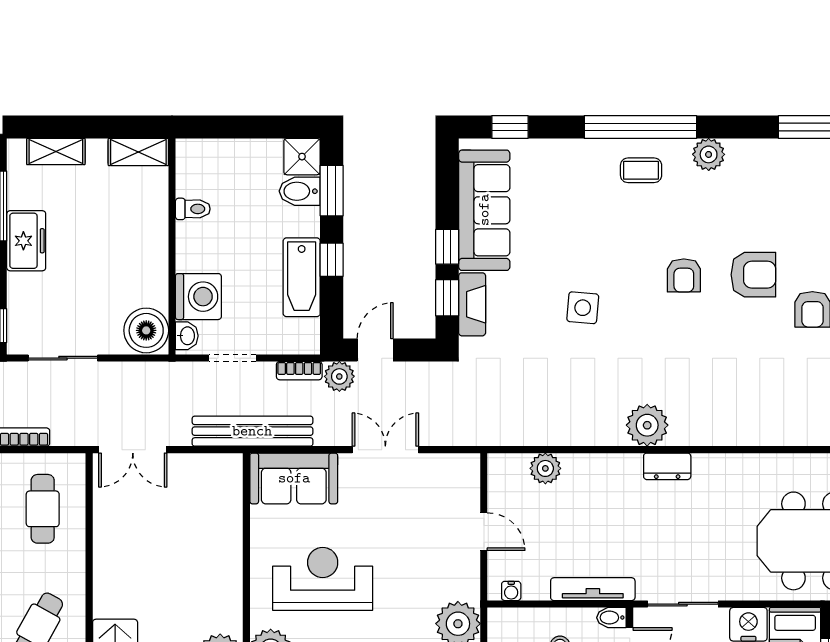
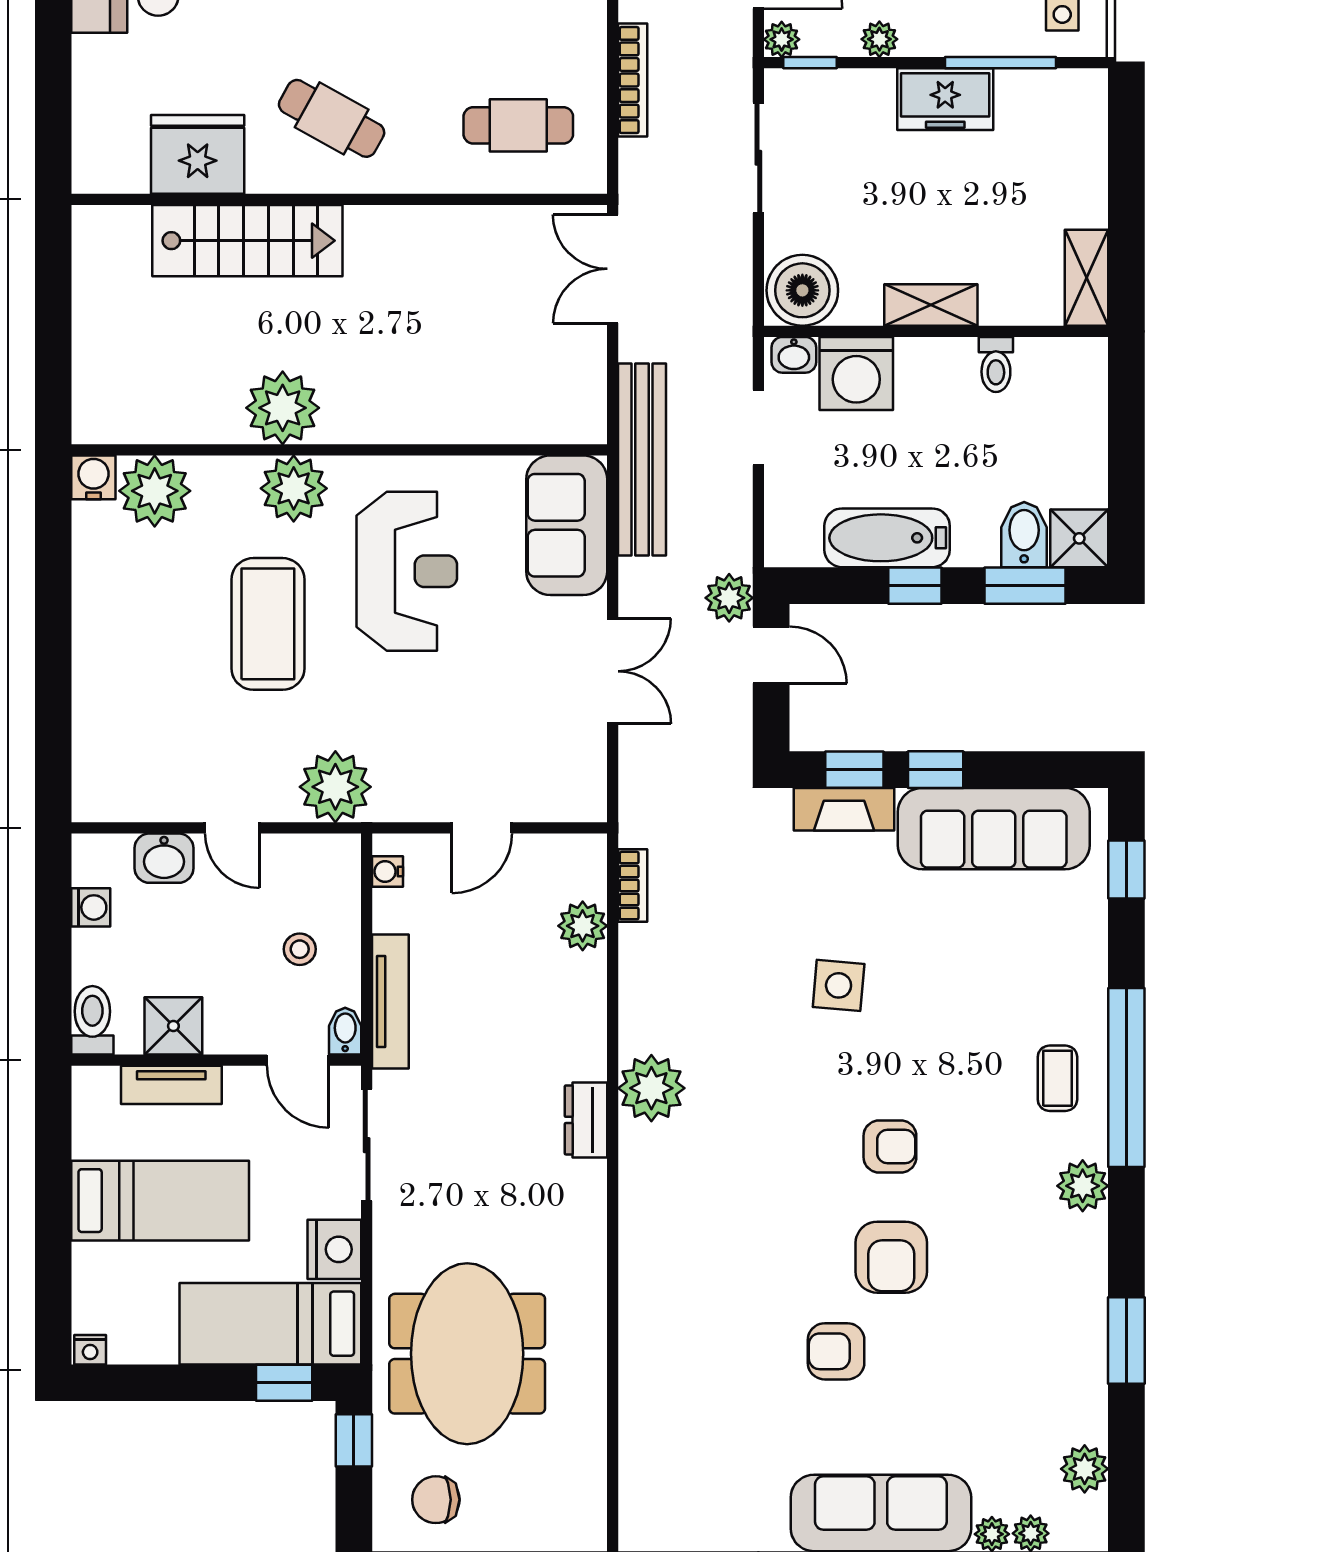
shelving: (56, 152) -> (931, 305), moved, turned 90
armchair: (684, 275) -> (890, 1146), turned 180
bookcase: (299, 371) -> (633, 886), moved, turned 180

